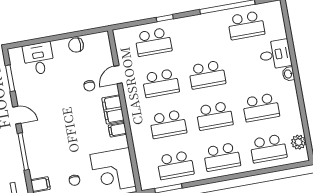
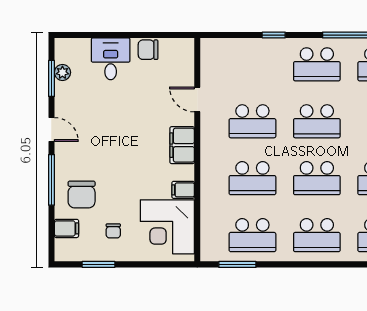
school desk: (153, 42) -> (317, 64), moved
desk: (39, 59) -> (111, 59), moved
plant: (17, 73) -> (62, 72), added
door: (118, 75) -> (197, 100), hinge flipped
chair: (89, 86) -> (82, 195), moved, width x1.87, depth x1.87
filing cabinet: (117, 130) -> (183, 190), moved

